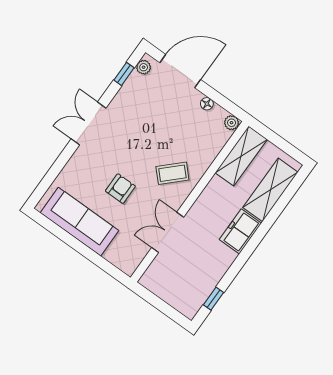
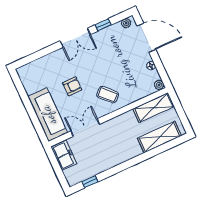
window: (124, 74) -> (103, 25), moved
double door: (89, 123) -> (75, 38), swing flipped
sofa: (80, 222) -> (48, 115), moved
freezer: (240, 231) -> (64, 155), moved, turned 90

